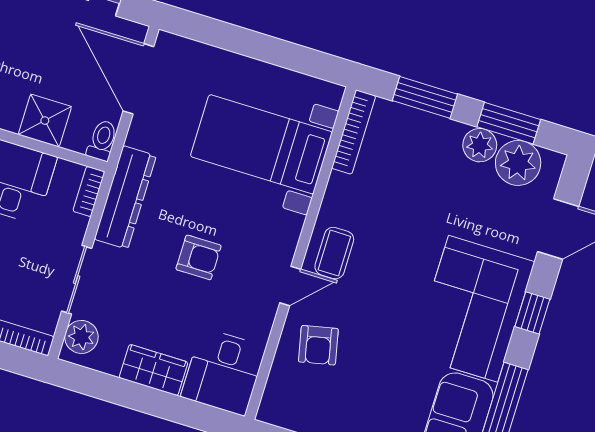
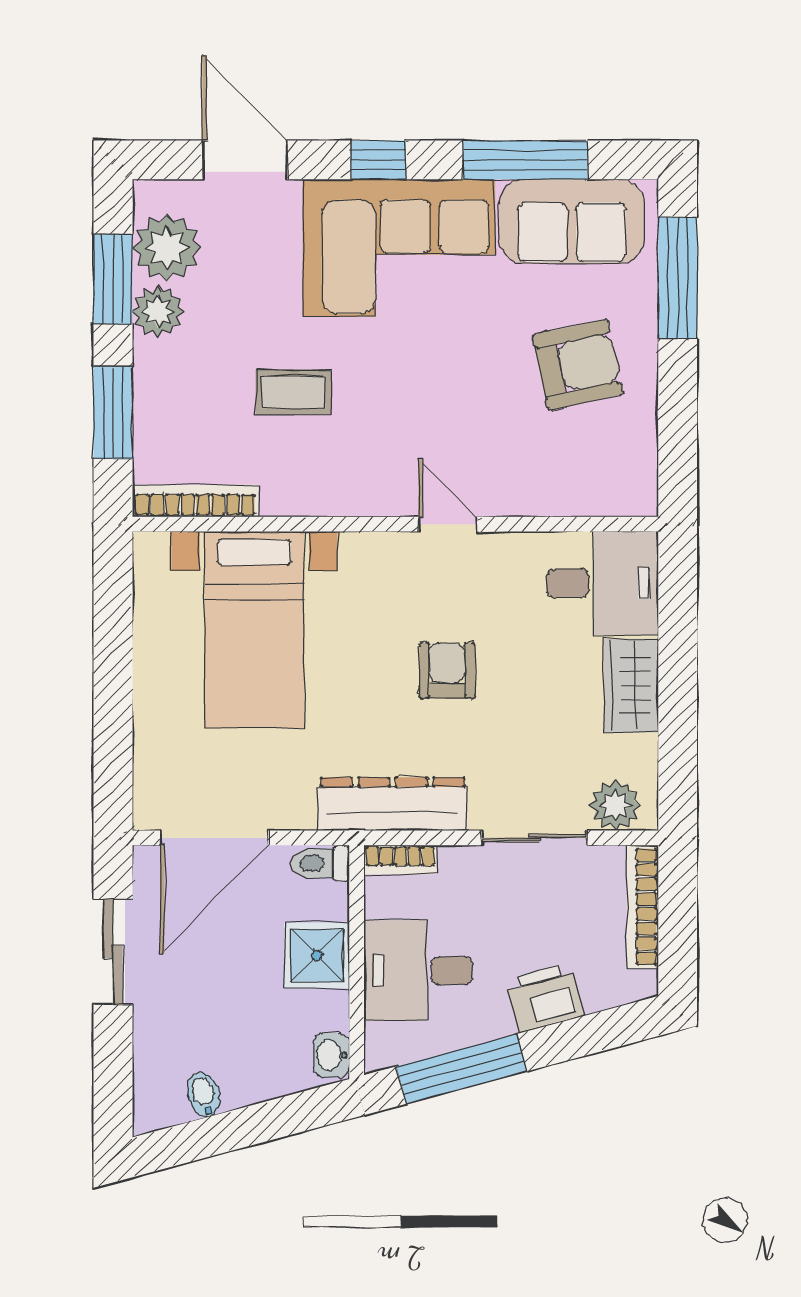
coffee table: (334, 253) -> (293, 392), moved
armchair: (318, 345) -> (578, 365), moved, width x1.38, depth x1.38

